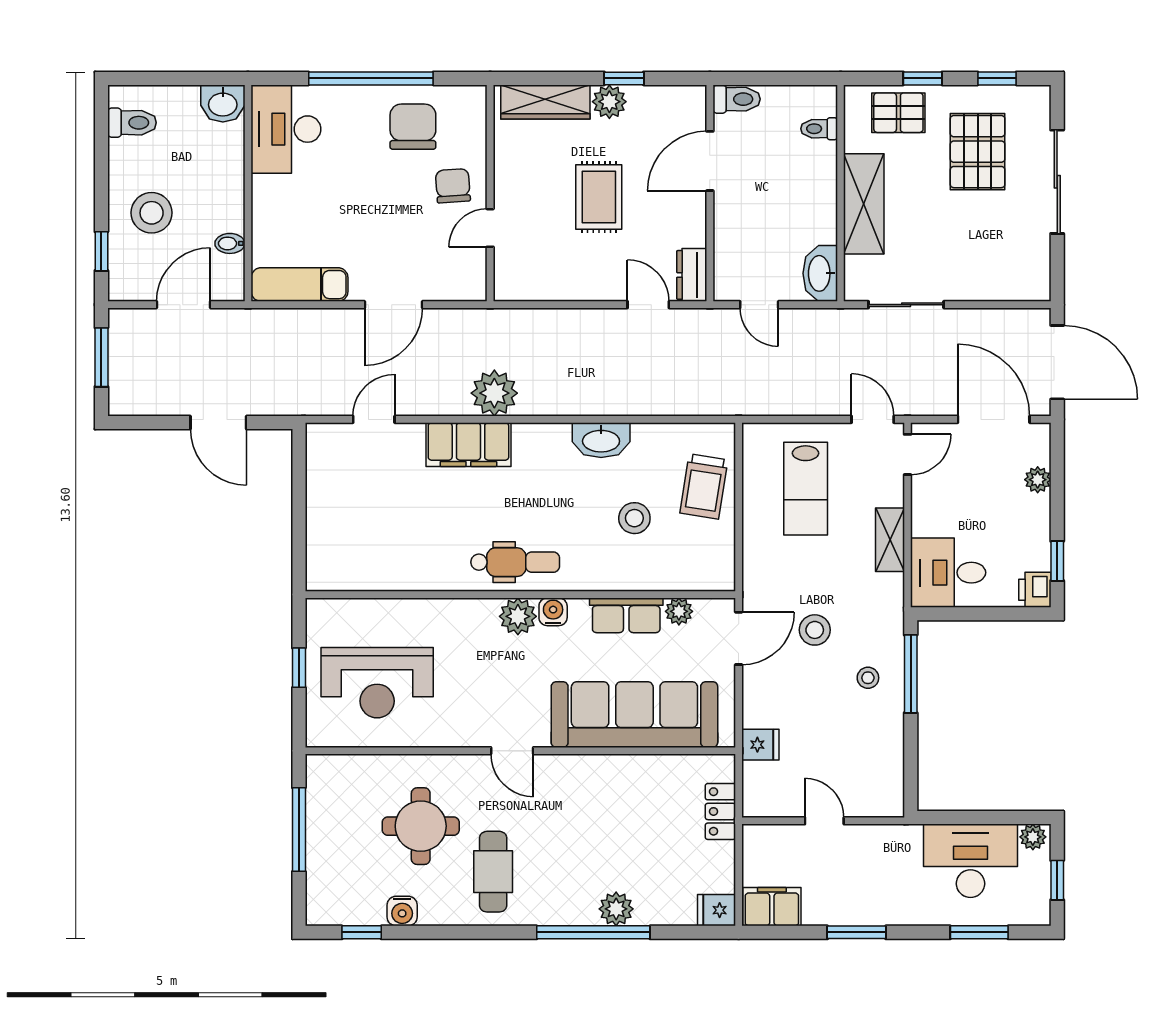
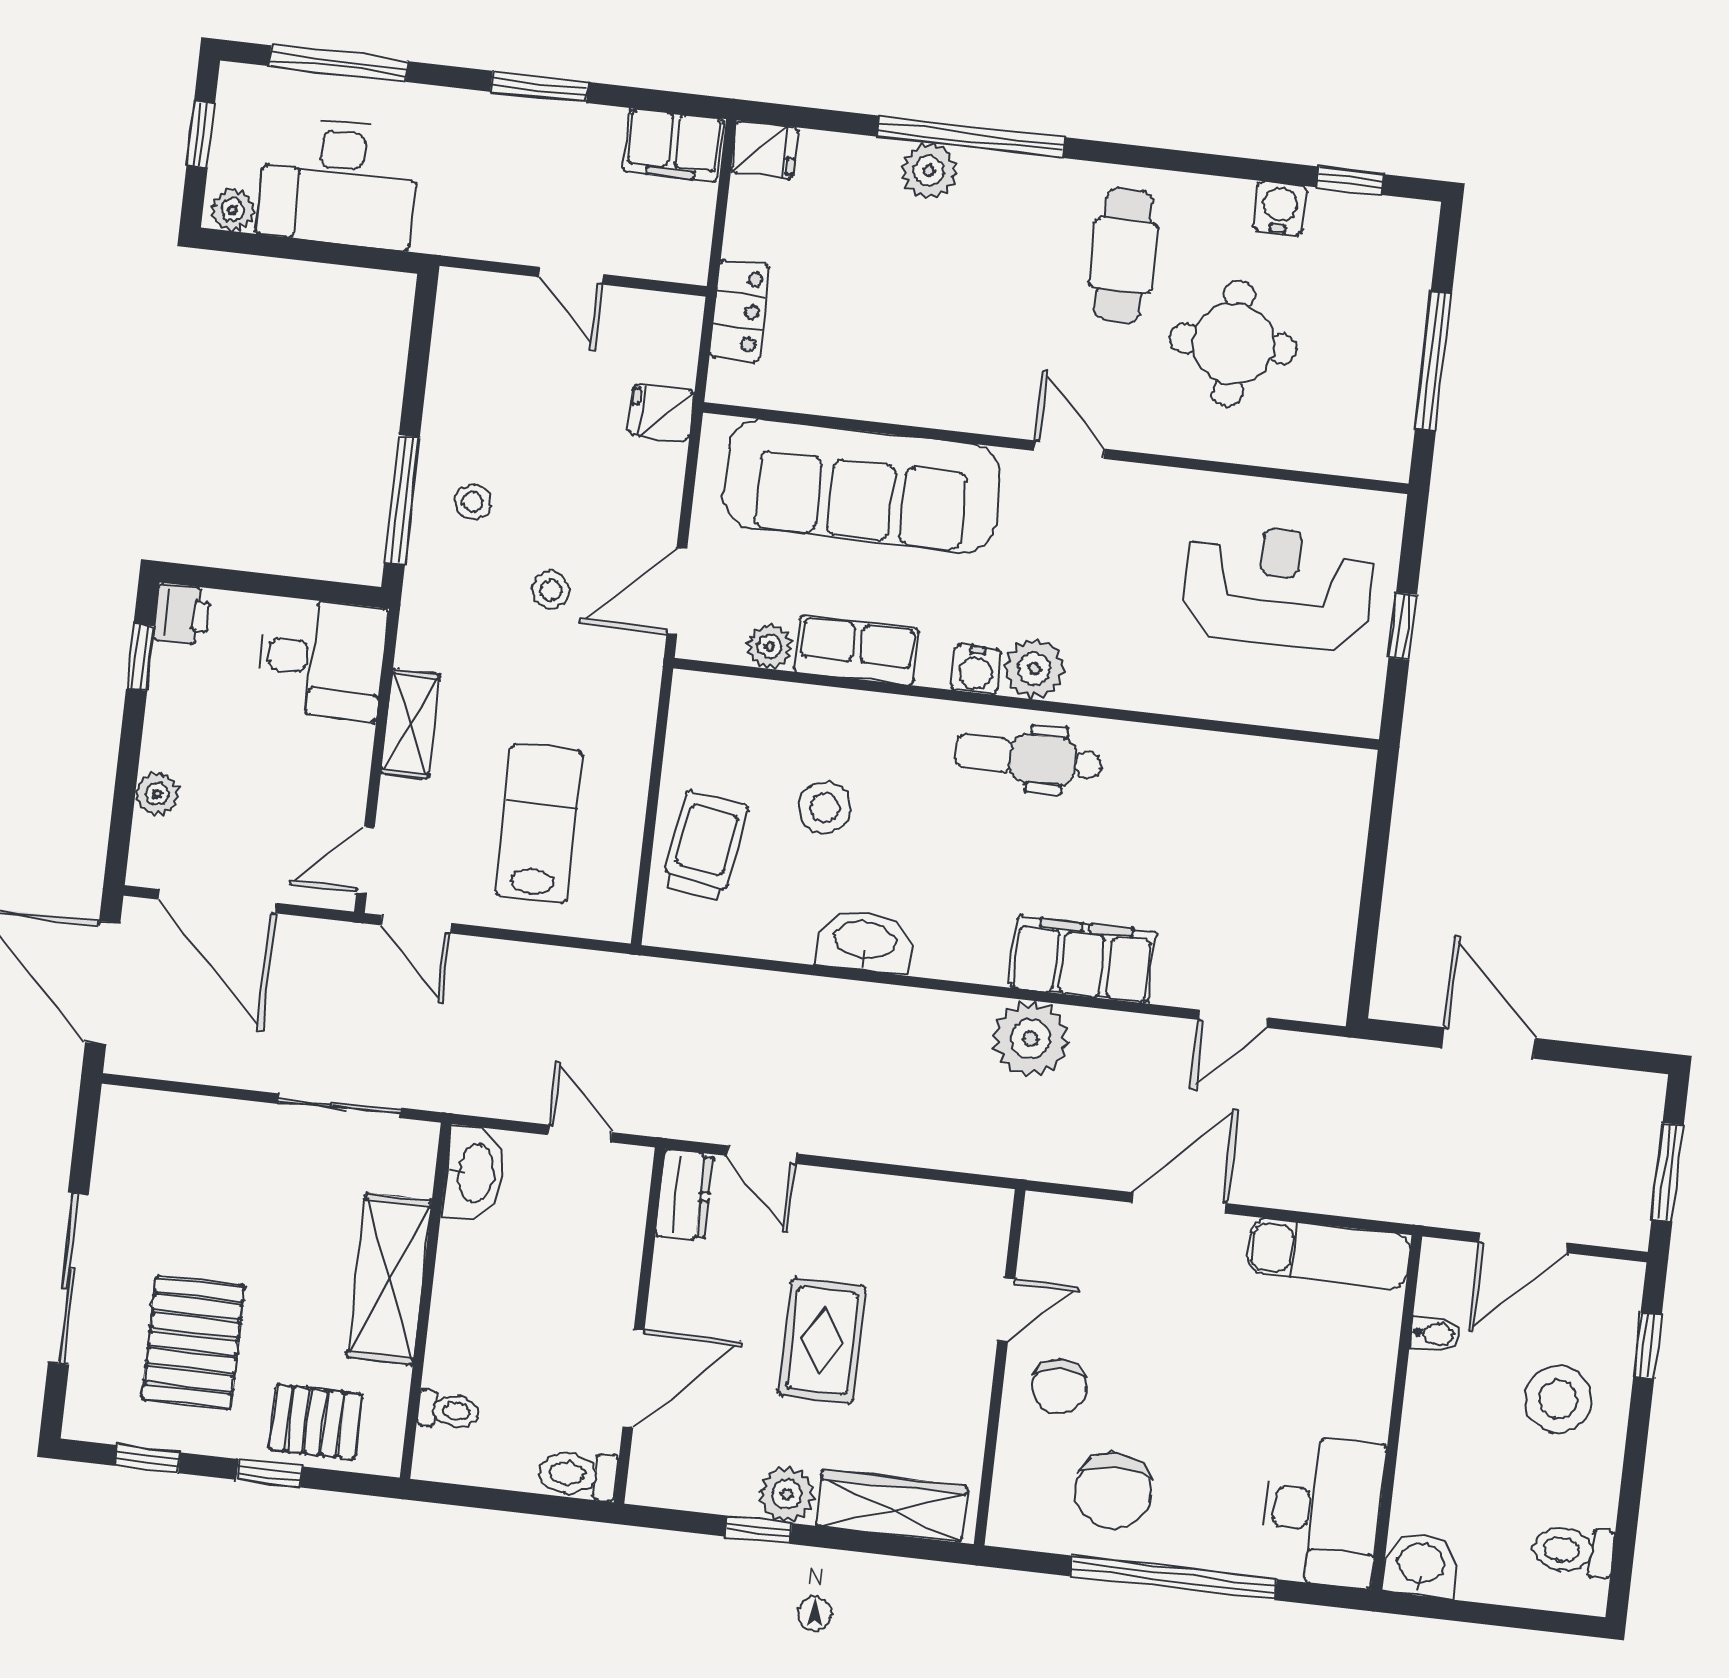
stool: (815, 630) -> (551, 590), width x0.73, depth x0.73
window: (979, 932) -> (338, 64), width x1.44

